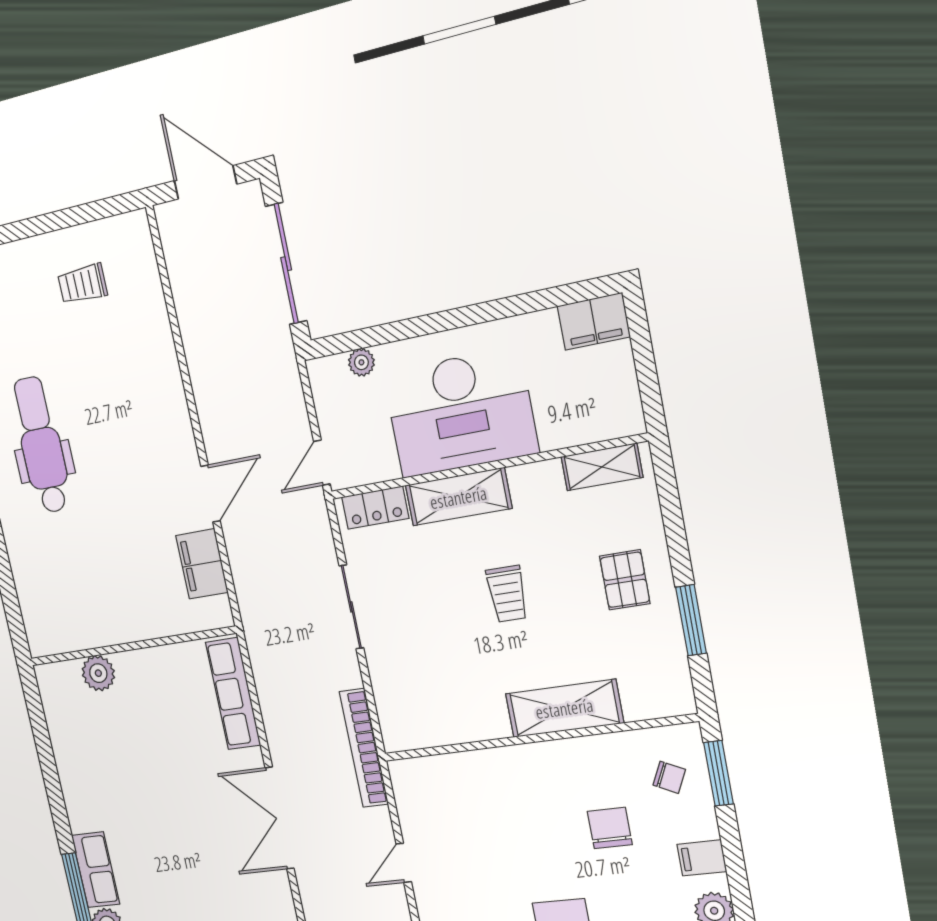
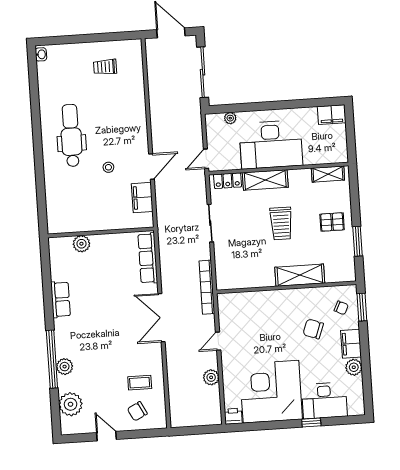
stool: (124, 505) -> (108, 167), added
pallet: (625, 580) -> (332, 222), turned 90
trolley: (507, 594) -> (281, 224), width x1.36, depth x1.39
chair: (610, 828) -> (313, 329), turned -70
filing cabinet: (702, 858) -> (351, 344), width x2.00
row of seats: (96, 870) -> (60, 299), moved

